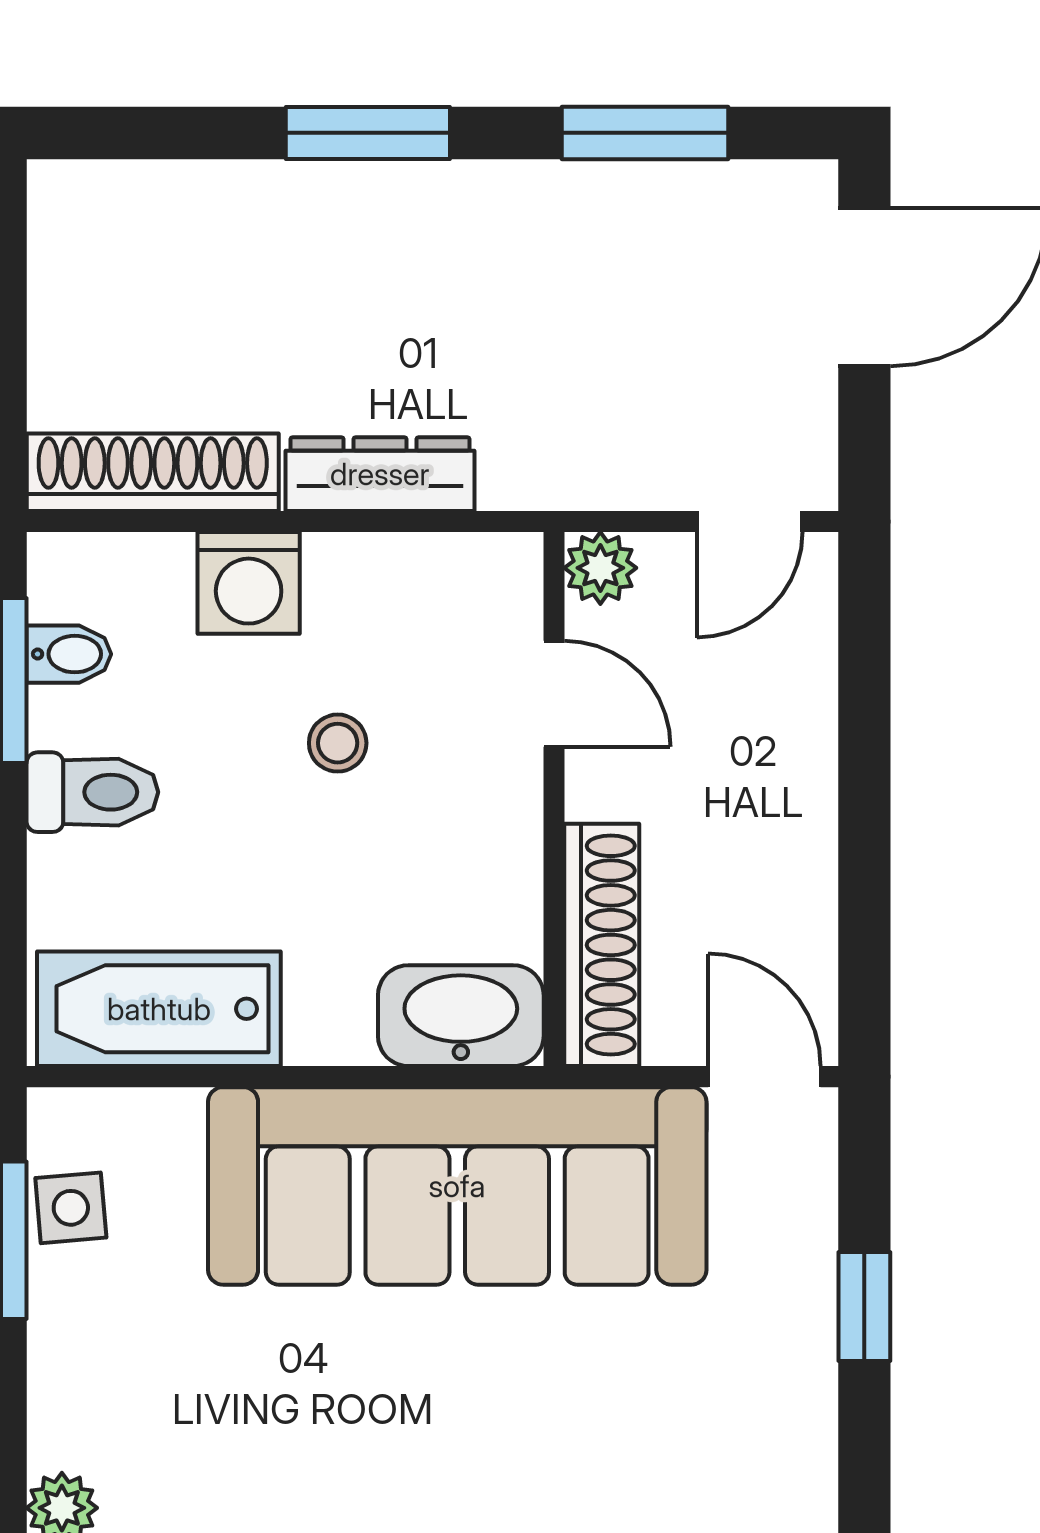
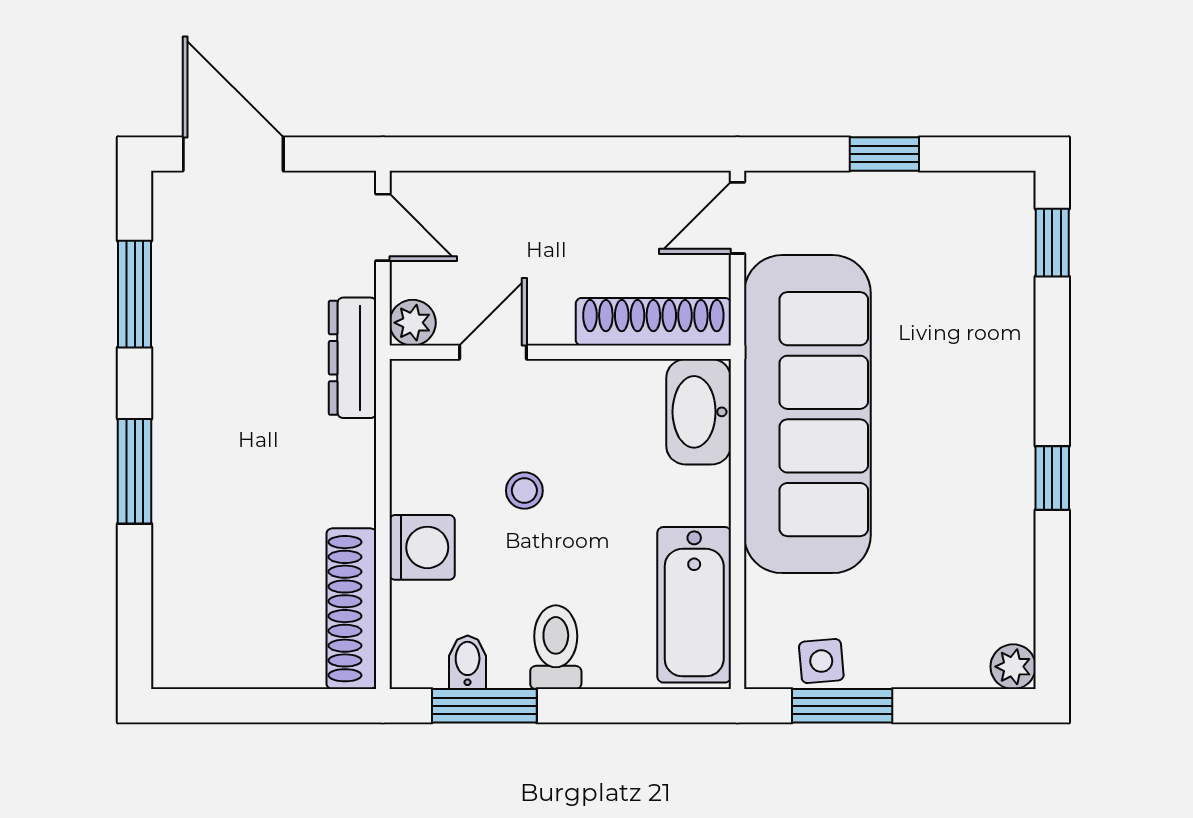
dresser: (380, 474) -> (353, 358), moved

